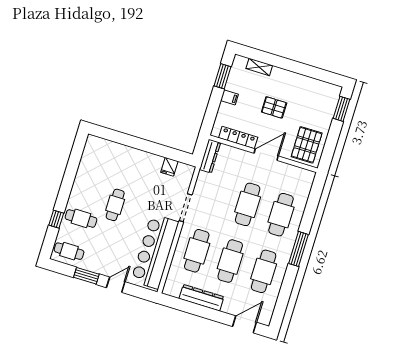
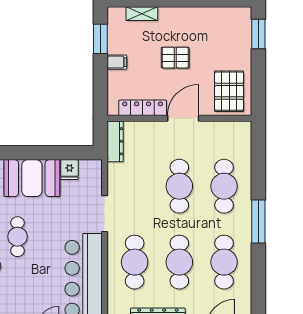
booth: (139, 164) -> (32, 178), added

